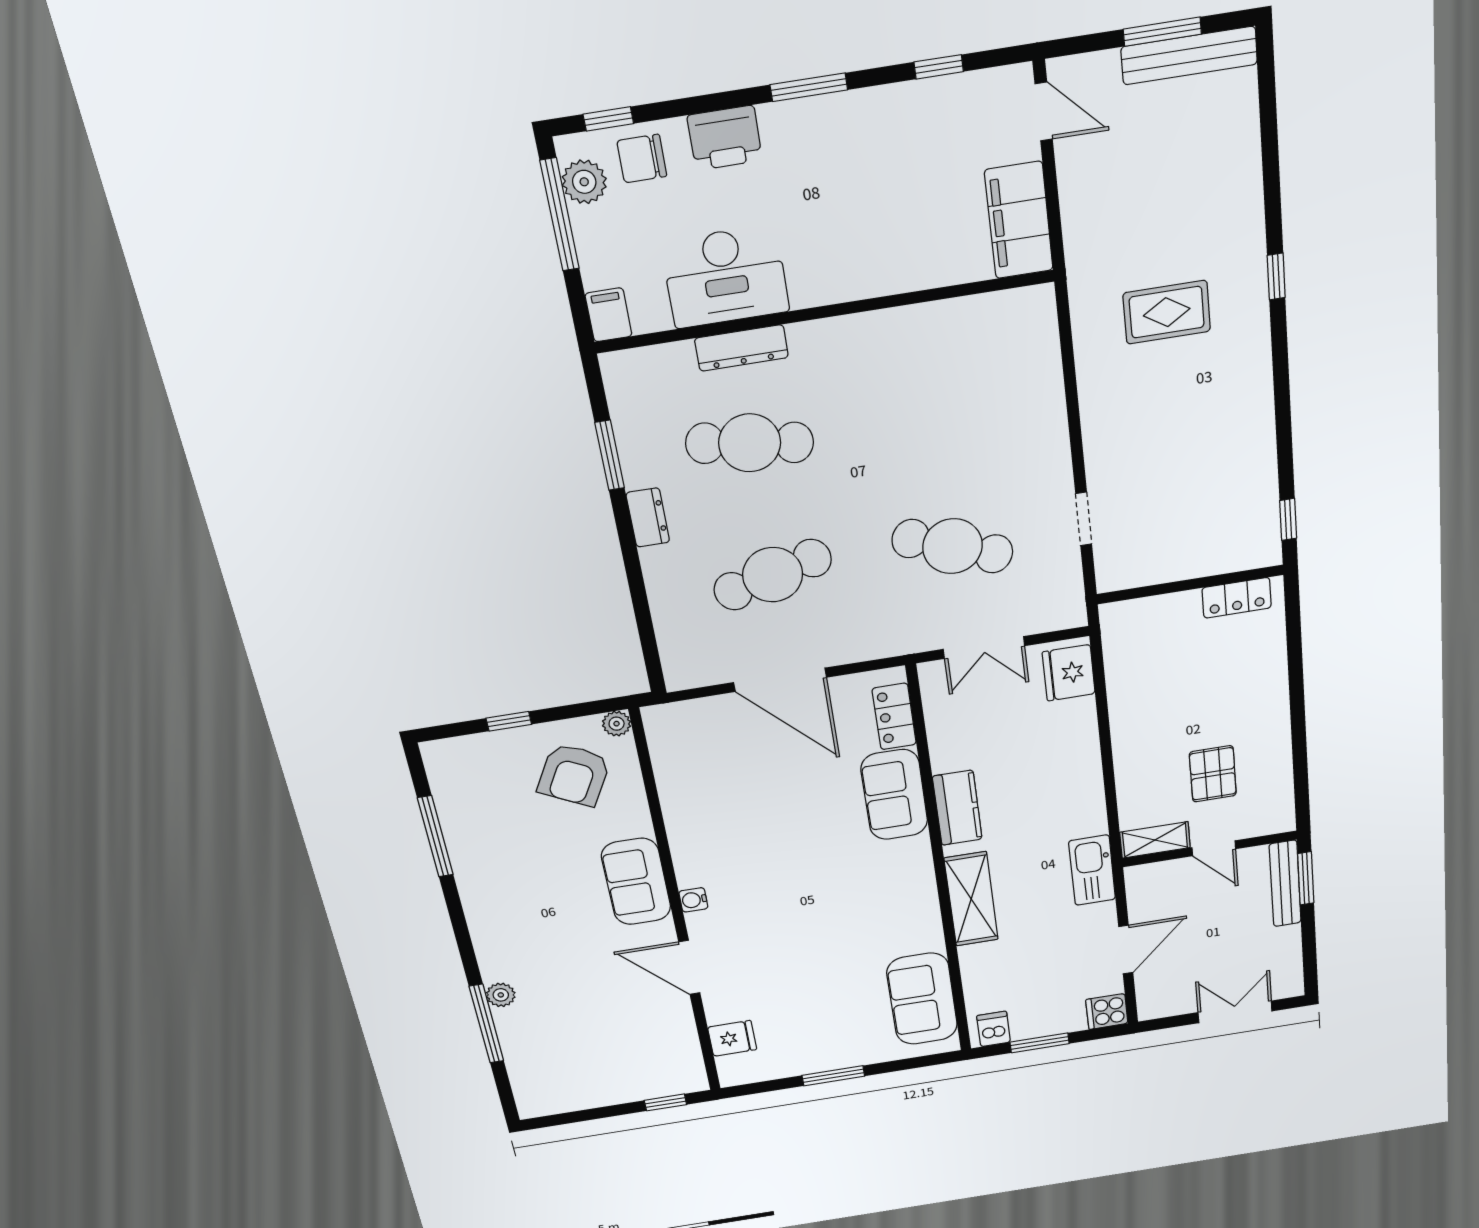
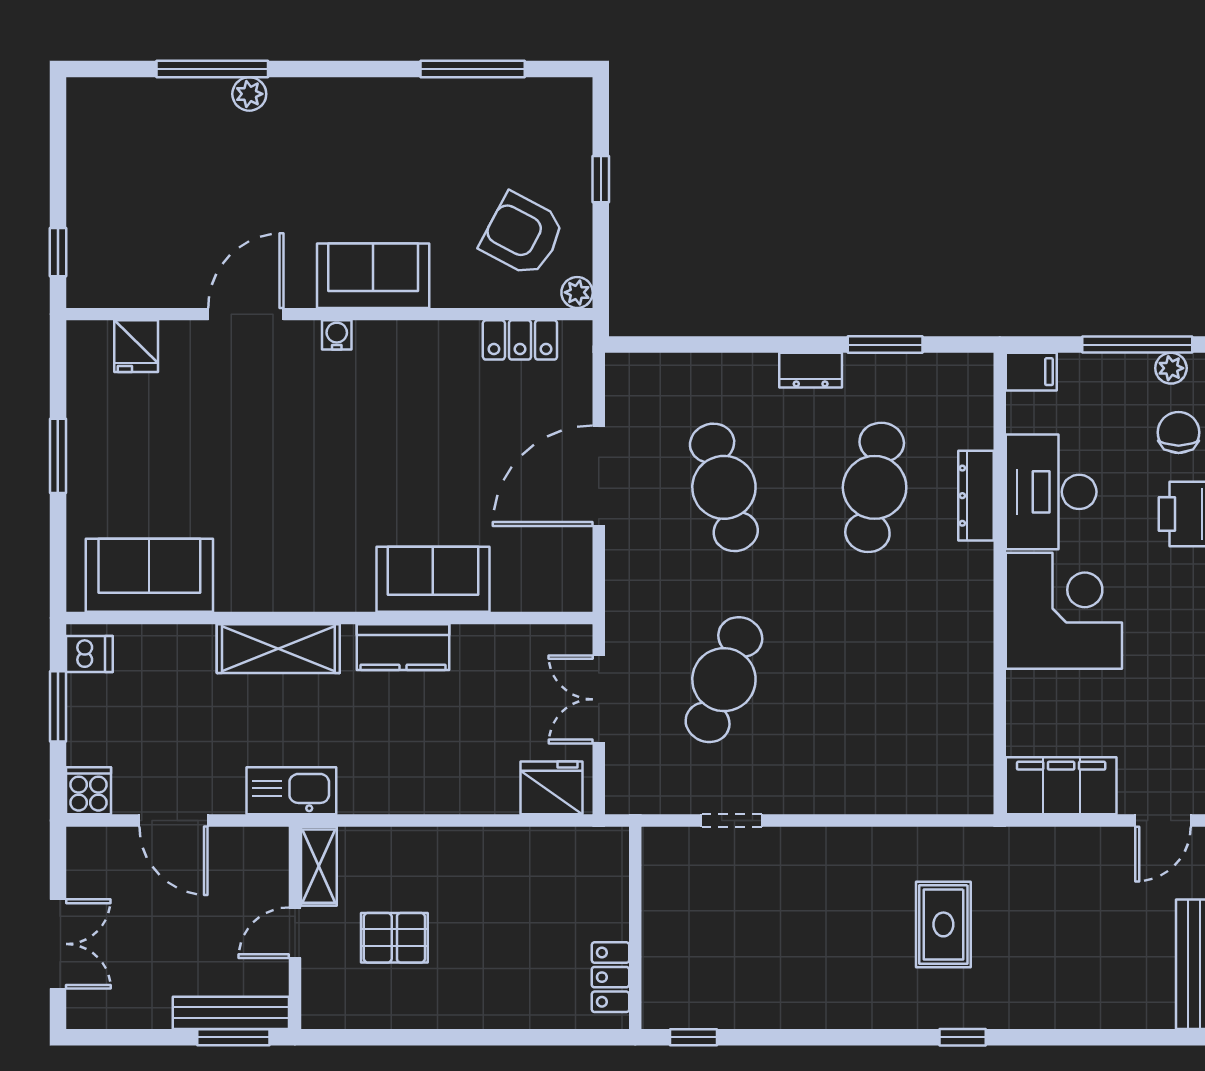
plant: (584, 182) -> (1171, 368), width x0.73, depth x0.73
corner desk: (843, 245) -> (1064, 611), added
locker: (894, 716) -> (520, 340), moved, turned 180

